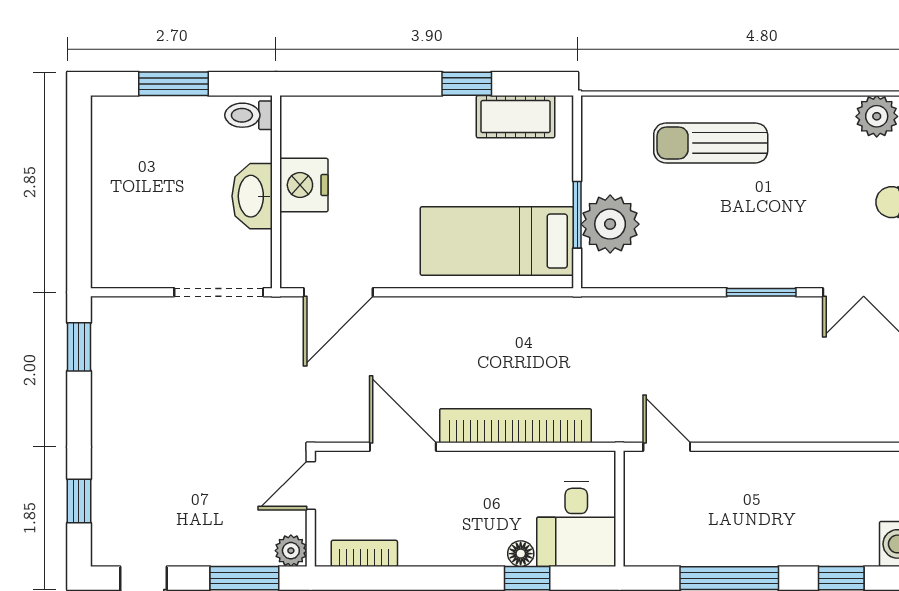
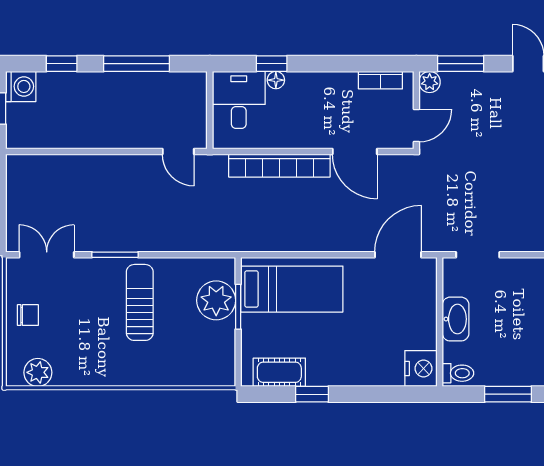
sun lounger: (711, 143) -> (140, 302), moved, turned -90
nightstand: (304, 185) -> (421, 369), moved
doorway: (219, 292) -> (478, 255), width x0.73

